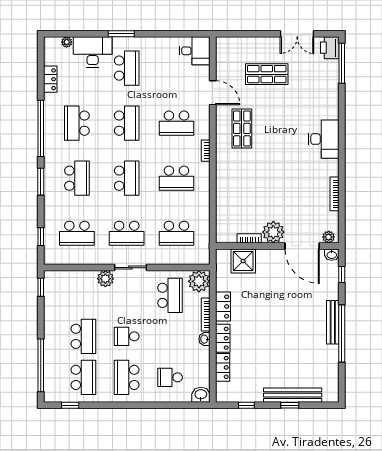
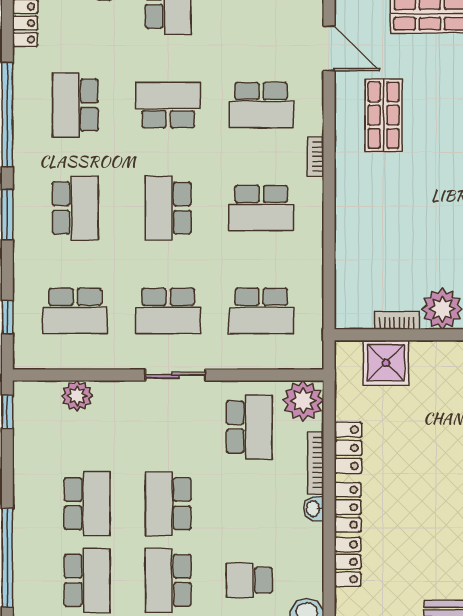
school desk: (127, 123) -> (168, 105), turned -90
school desk: (127, 178) -> (168, 208), turned 180
plant: (105, 279) -> (77, 396), moved
school desk: (127, 336) -> (168, 504), width x1.85

